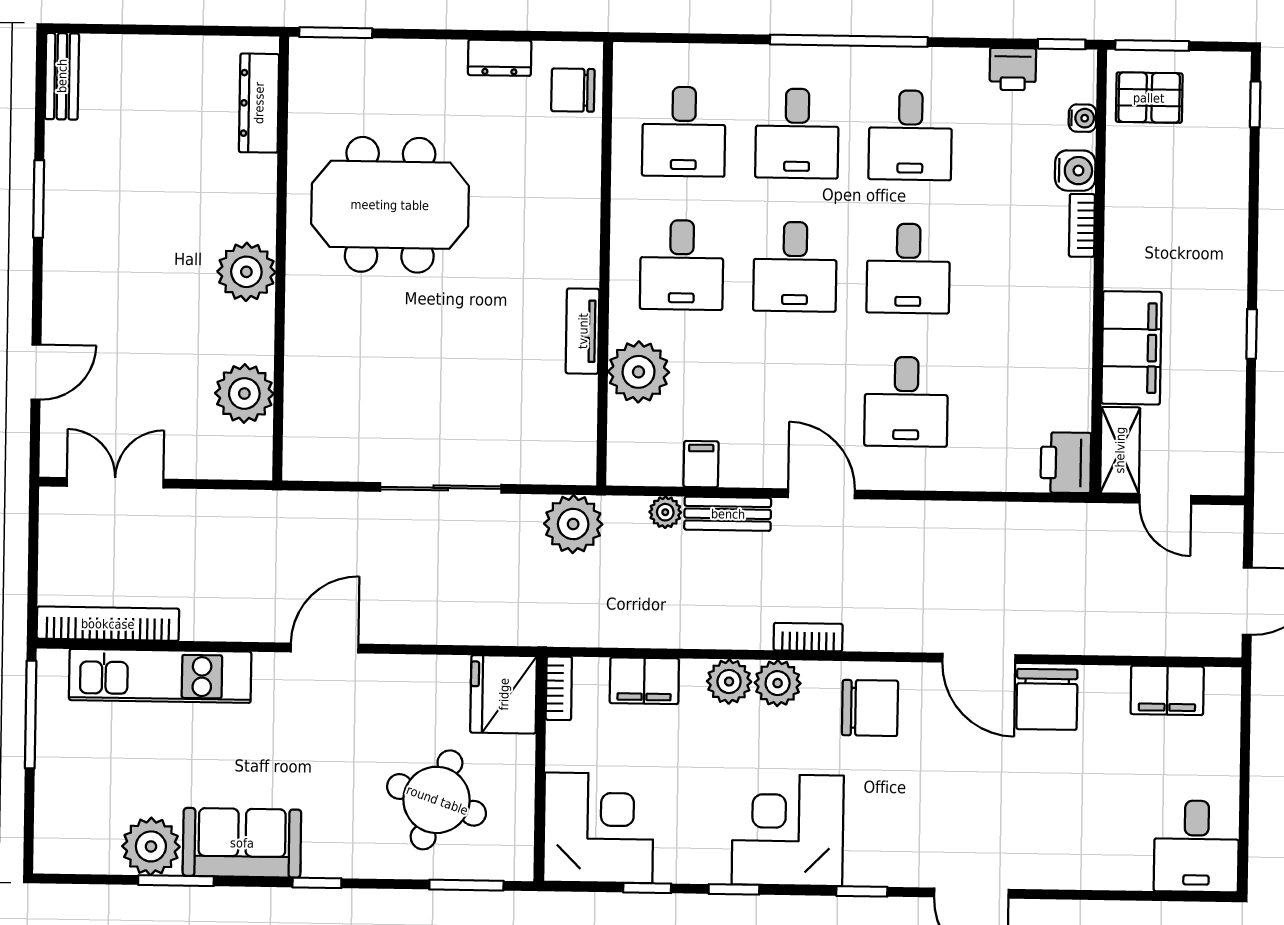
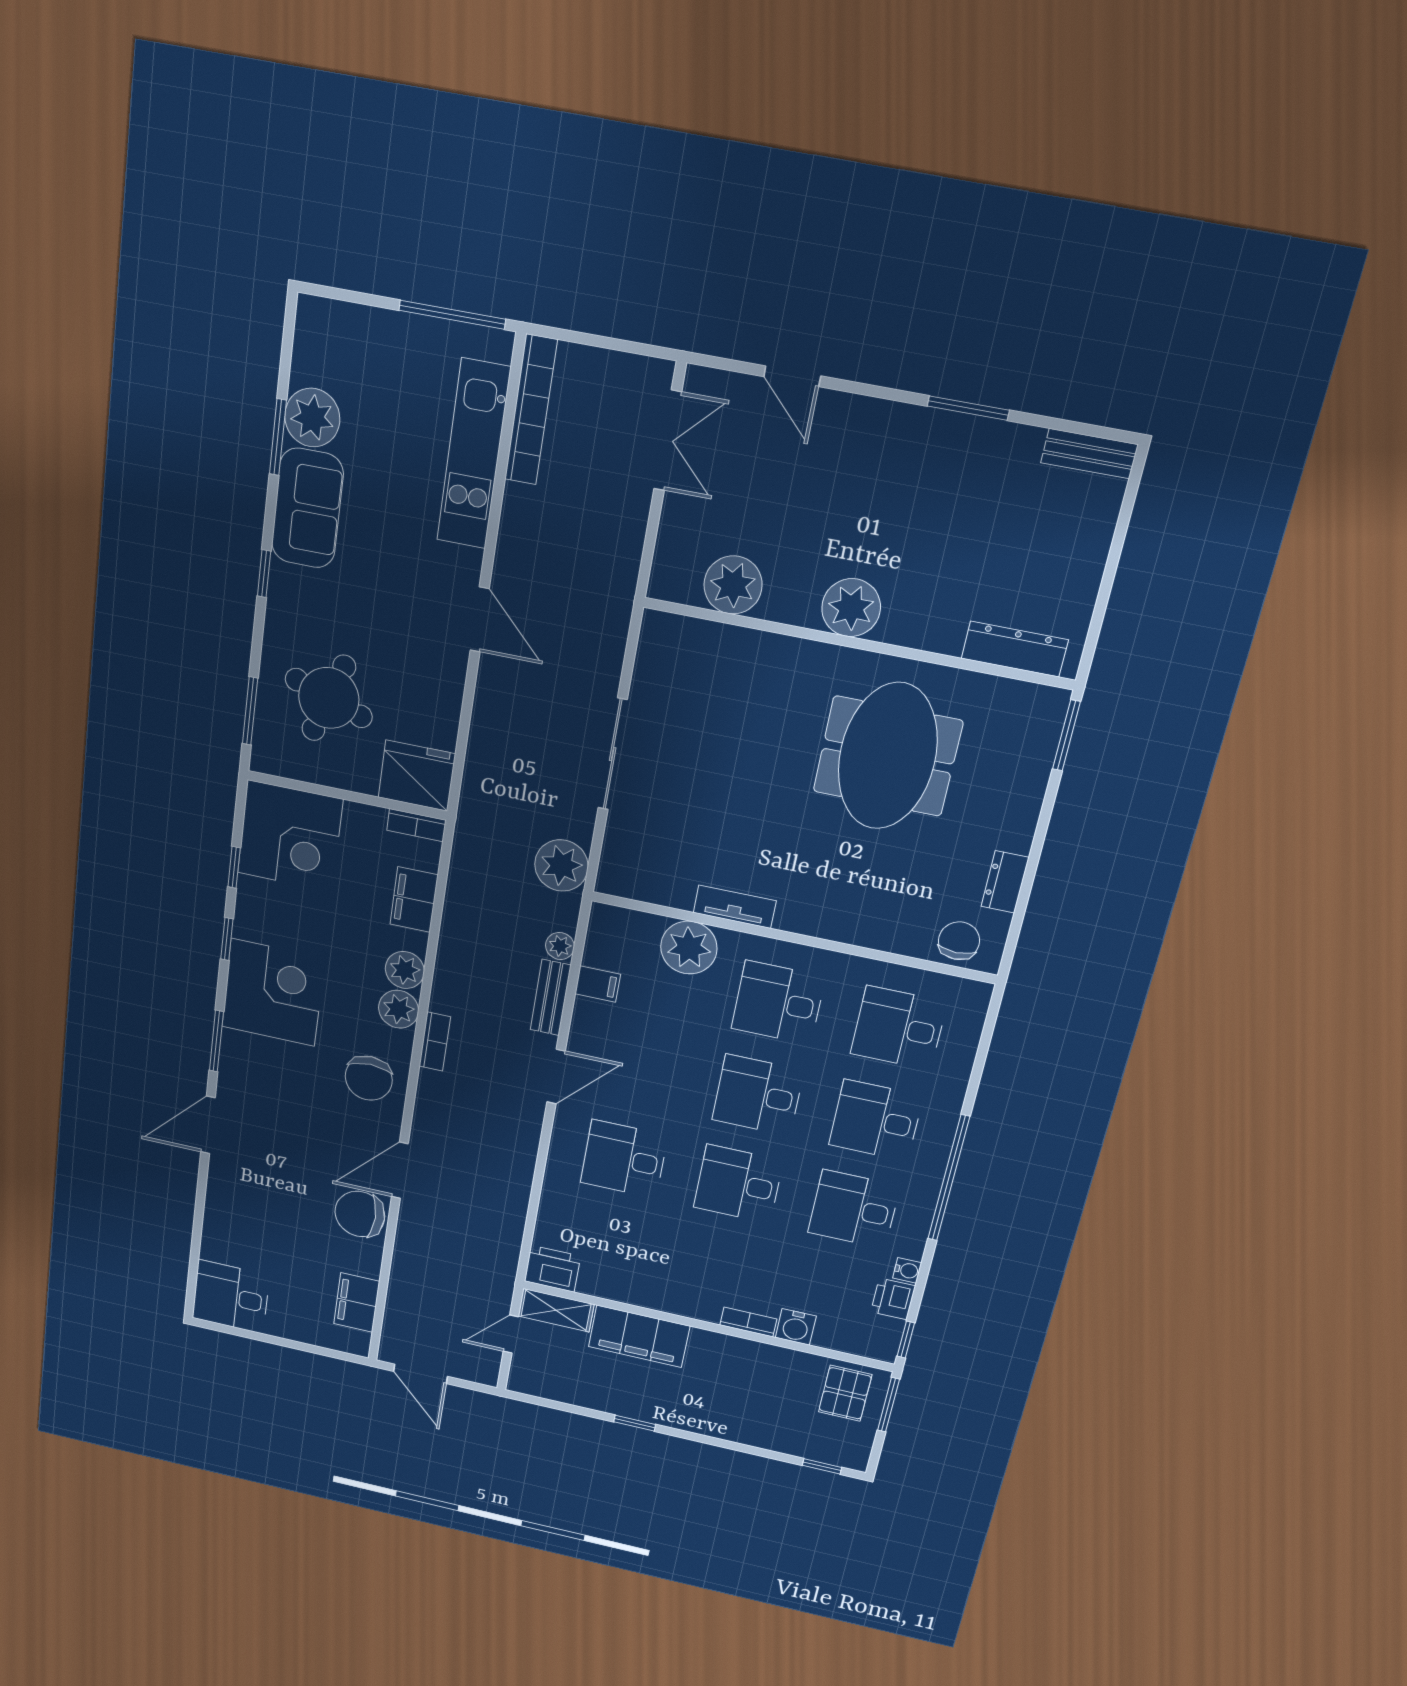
water cooler: (1082, 118) -> (907, 1270), moved, turned -90
window: (862, 891) -> (216, 1041), width x1.50

